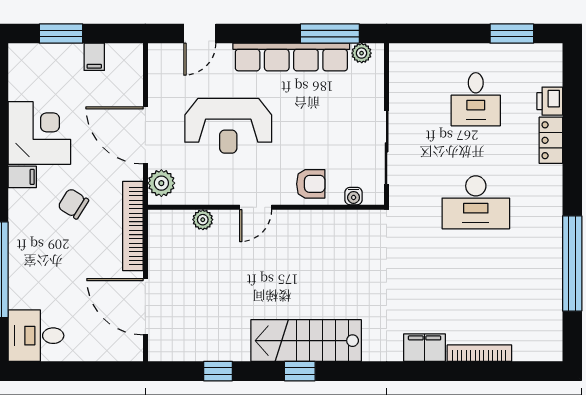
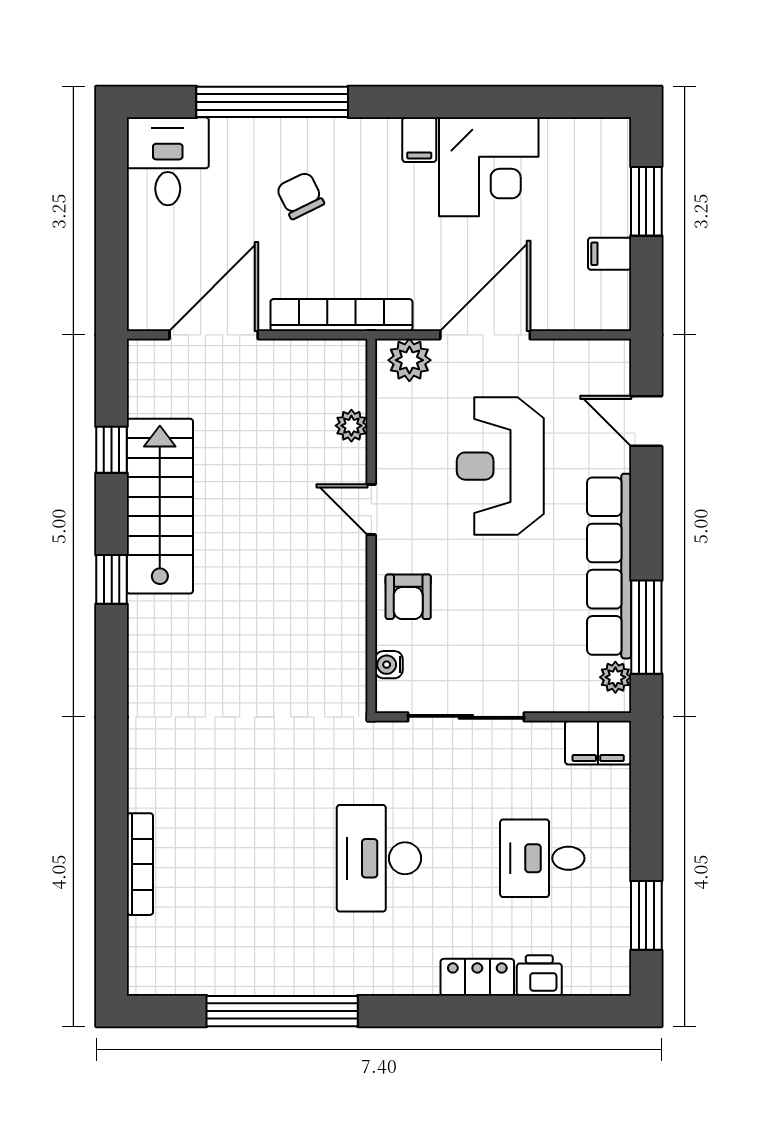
chair: (73, 204) -> (300, 195), moved, turned -58
stairs: (306, 341) -> (160, 506), moved
filing cabinet: (425, 348) -> (598, 743), moved, turned 90

